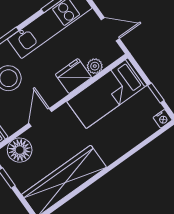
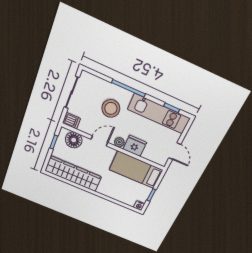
plant: (95, 66) -> (119, 142), moved

